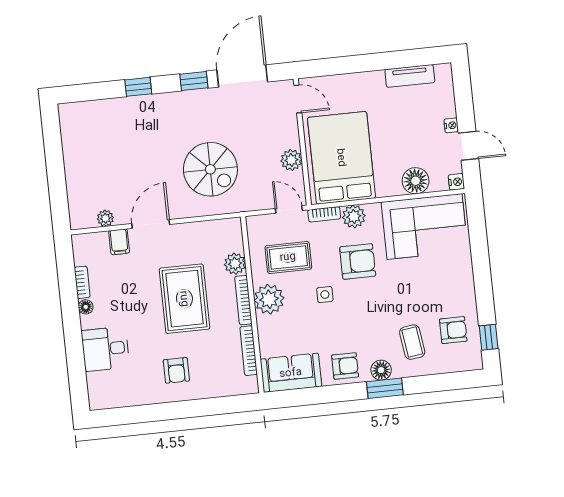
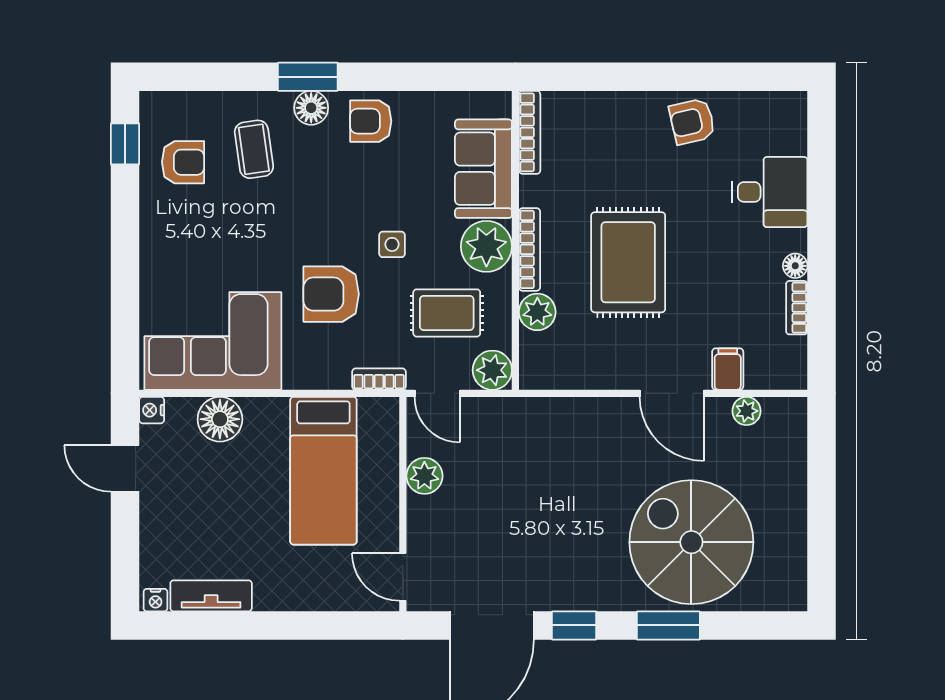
window: (138, 87) -> (668, 625), width x1.50
nightstand: (451, 125) -> (156, 600), moved, turned -90
bed: (341, 158) -> (323, 471), width x0.67
spiral stairs: (210, 169) -> (691, 542), moved, width x1.37, depth x1.37
plant: (354, 216) -> (492, 370), moved
door: (151, 224) -> (672, 393), hinge flipped
armchair: (453, 330) -> (183, 162), turned 180
bookcase: (249, 351) -> (530, 132), moved
armchair: (176, 370) -> (692, 121), moved, turned -103
sofa: (291, 373) -> (483, 169), moved, turned 90

